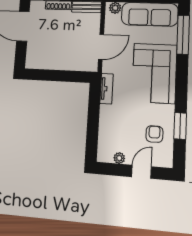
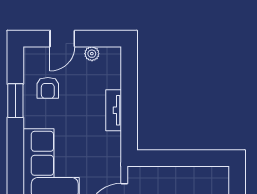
tv unit: (107, 89) -> (114, 110), moved

